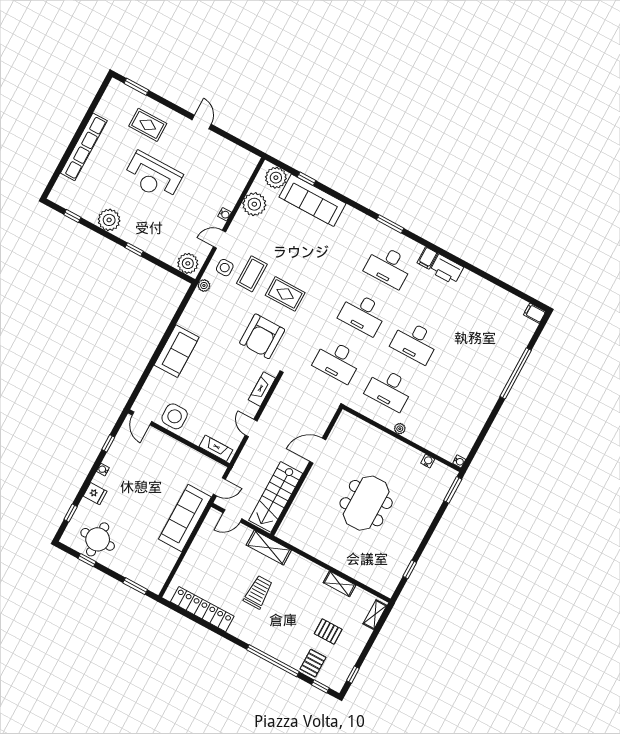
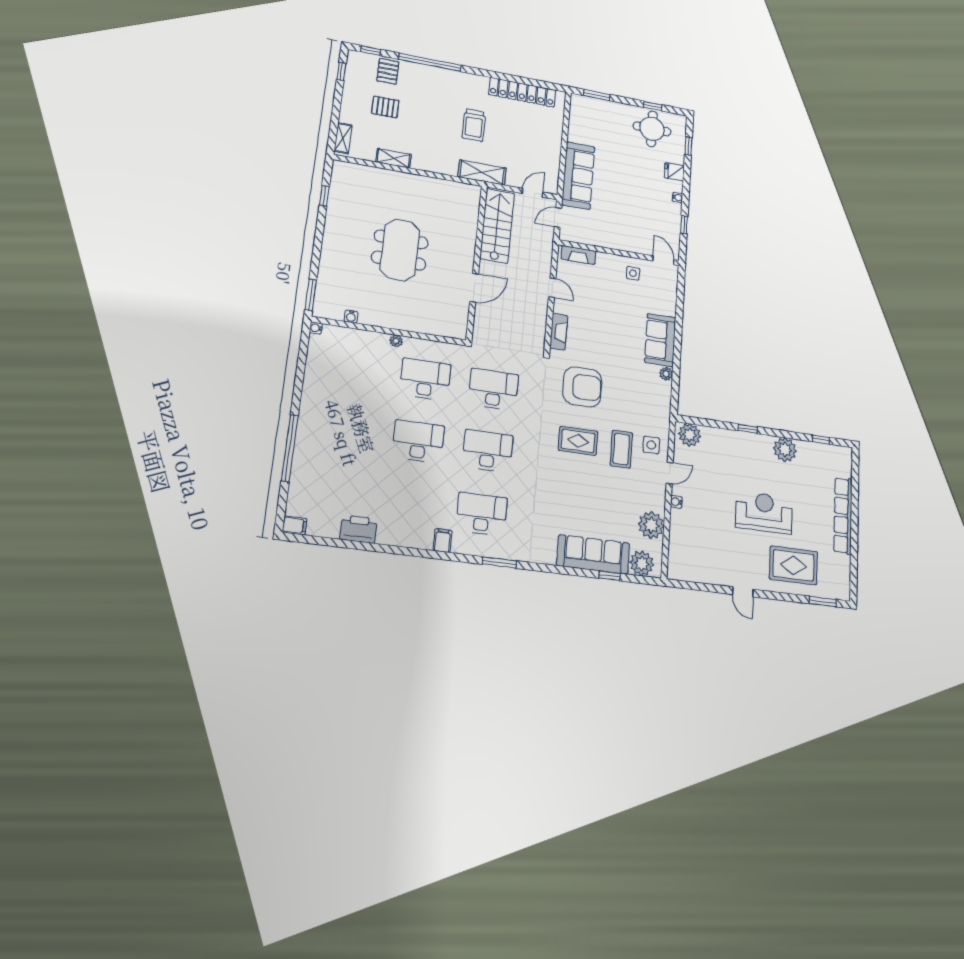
rug: (148, 125) -> (793, 565), width x1.36, depth x1.43
printer: (447, 269) -> (358, 529), moved
plant: (204, 285) -> (666, 374), moved
armchair: (262, 336) -> (582, 387), turned 90
side table: (175, 416) -> (633, 273), width x0.54, depth x0.54

